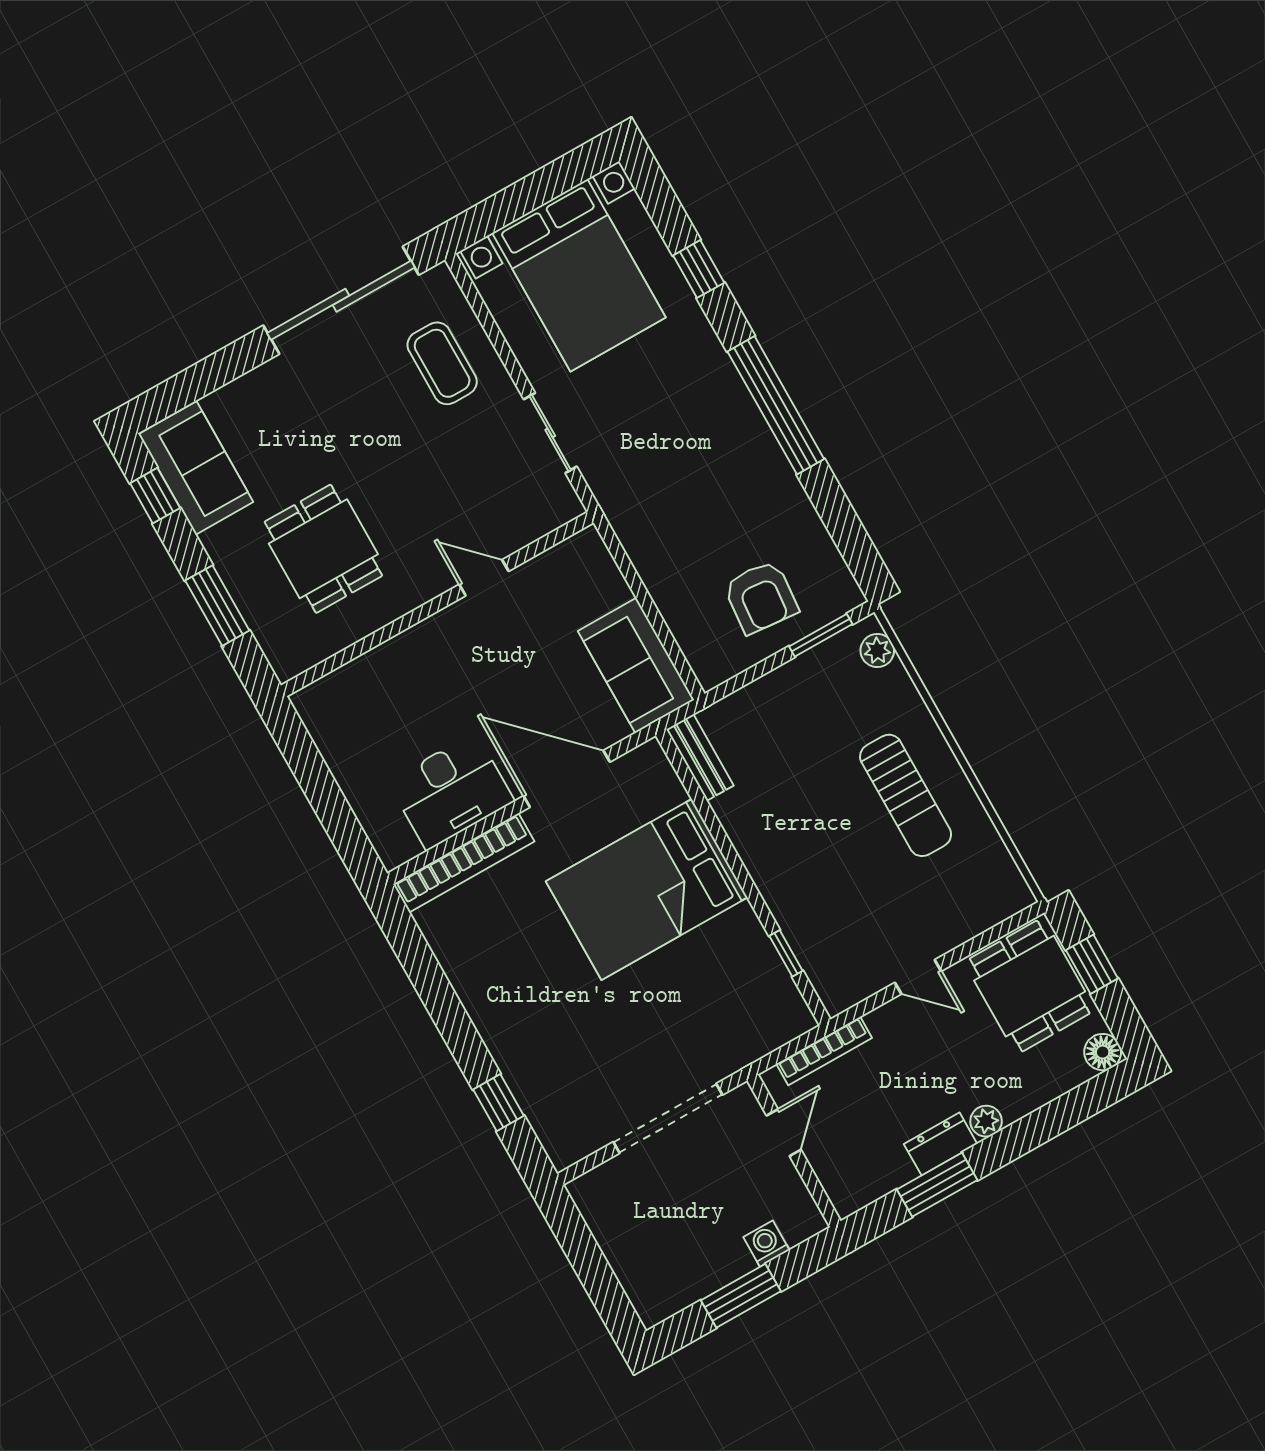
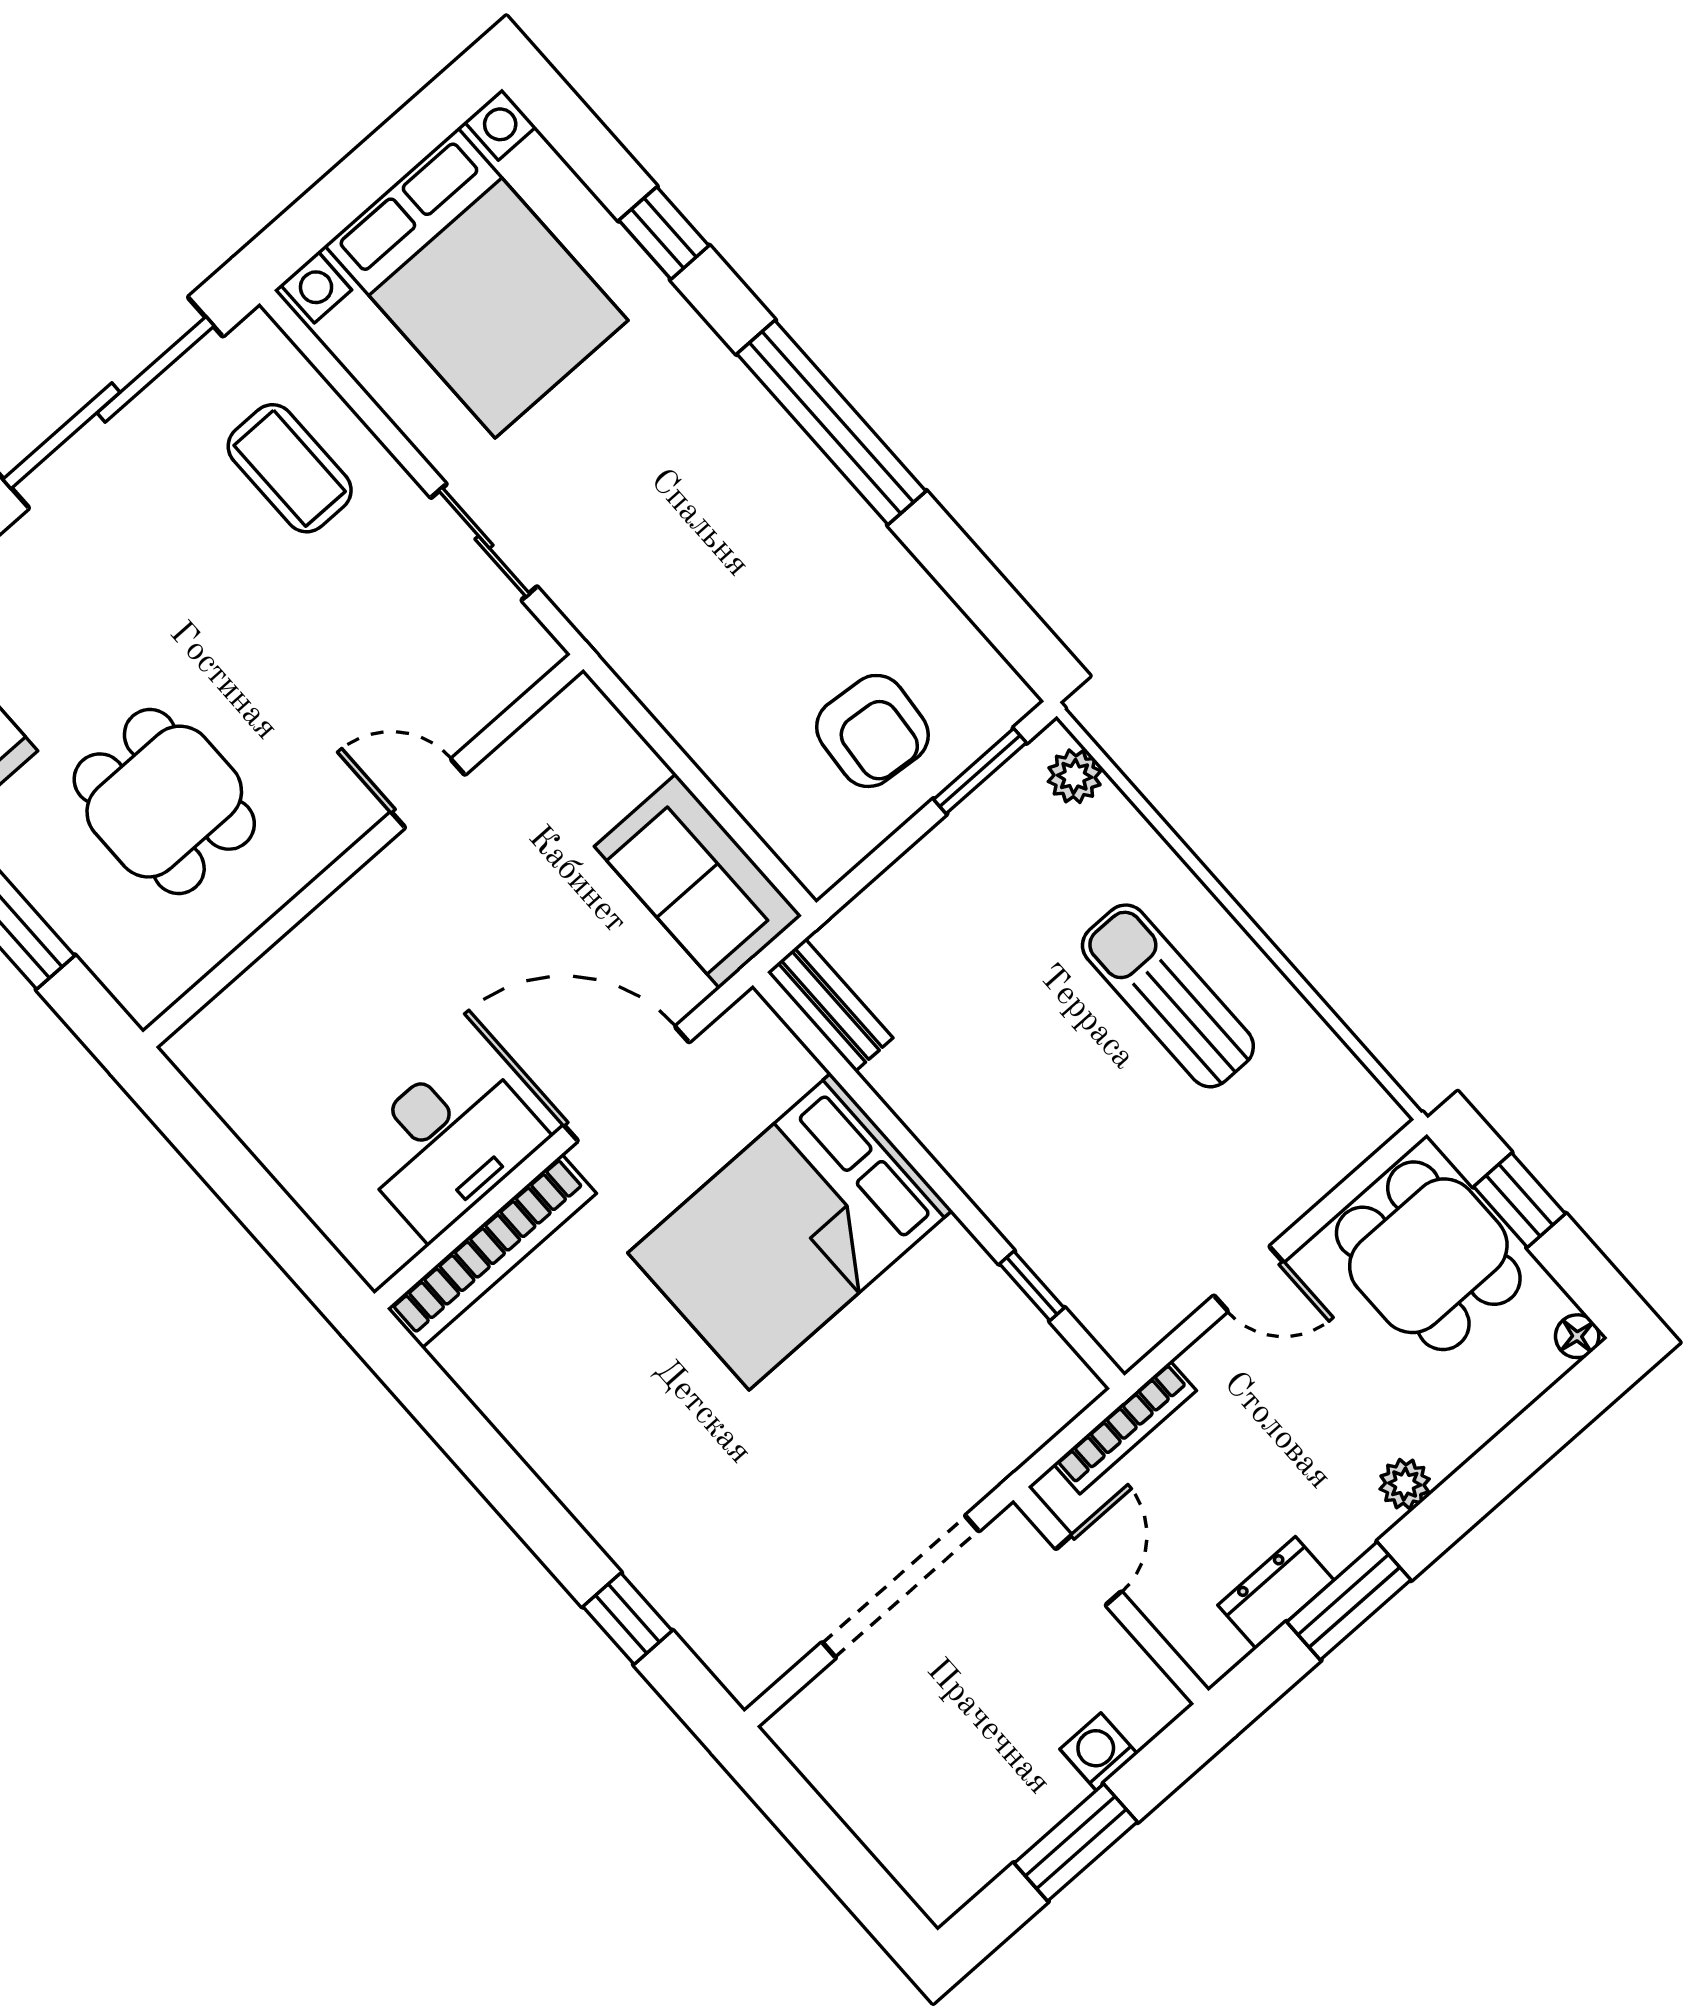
sun lounger: (906, 795) -> (1168, 996), turned 180
floor lamp: (1103, 1052) -> (1577, 1336), width x0.73, depth x0.73
dresser: (941, 1144) -> (1276, 1593), moved

